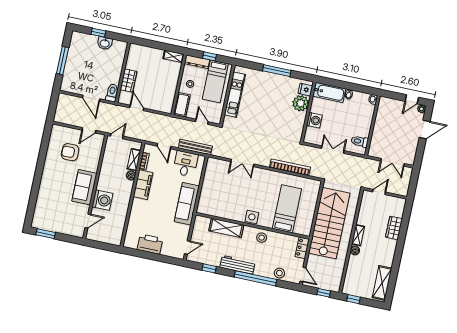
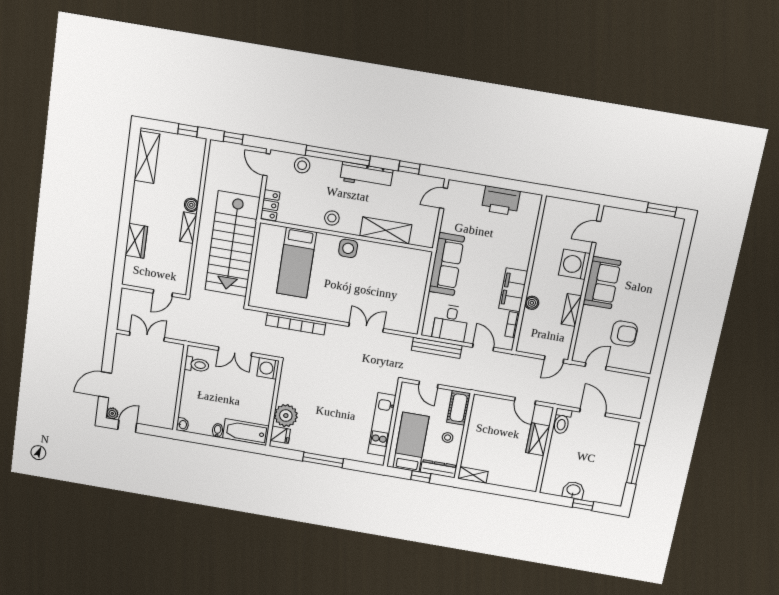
washing machine: (314, 120) -> (268, 368), moved
shelving: (134, 160) -> (571, 310), moved

